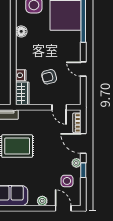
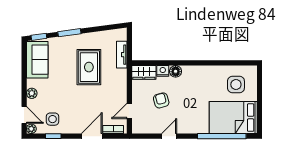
floor lamp: (21, 31) -> (176, 71), moved
plant: (76, 163) -> (31, 129), moved
window: (83, 170) -> (53, 136), moved
door: (63, 208) -> (24, 115), hinge flipped

